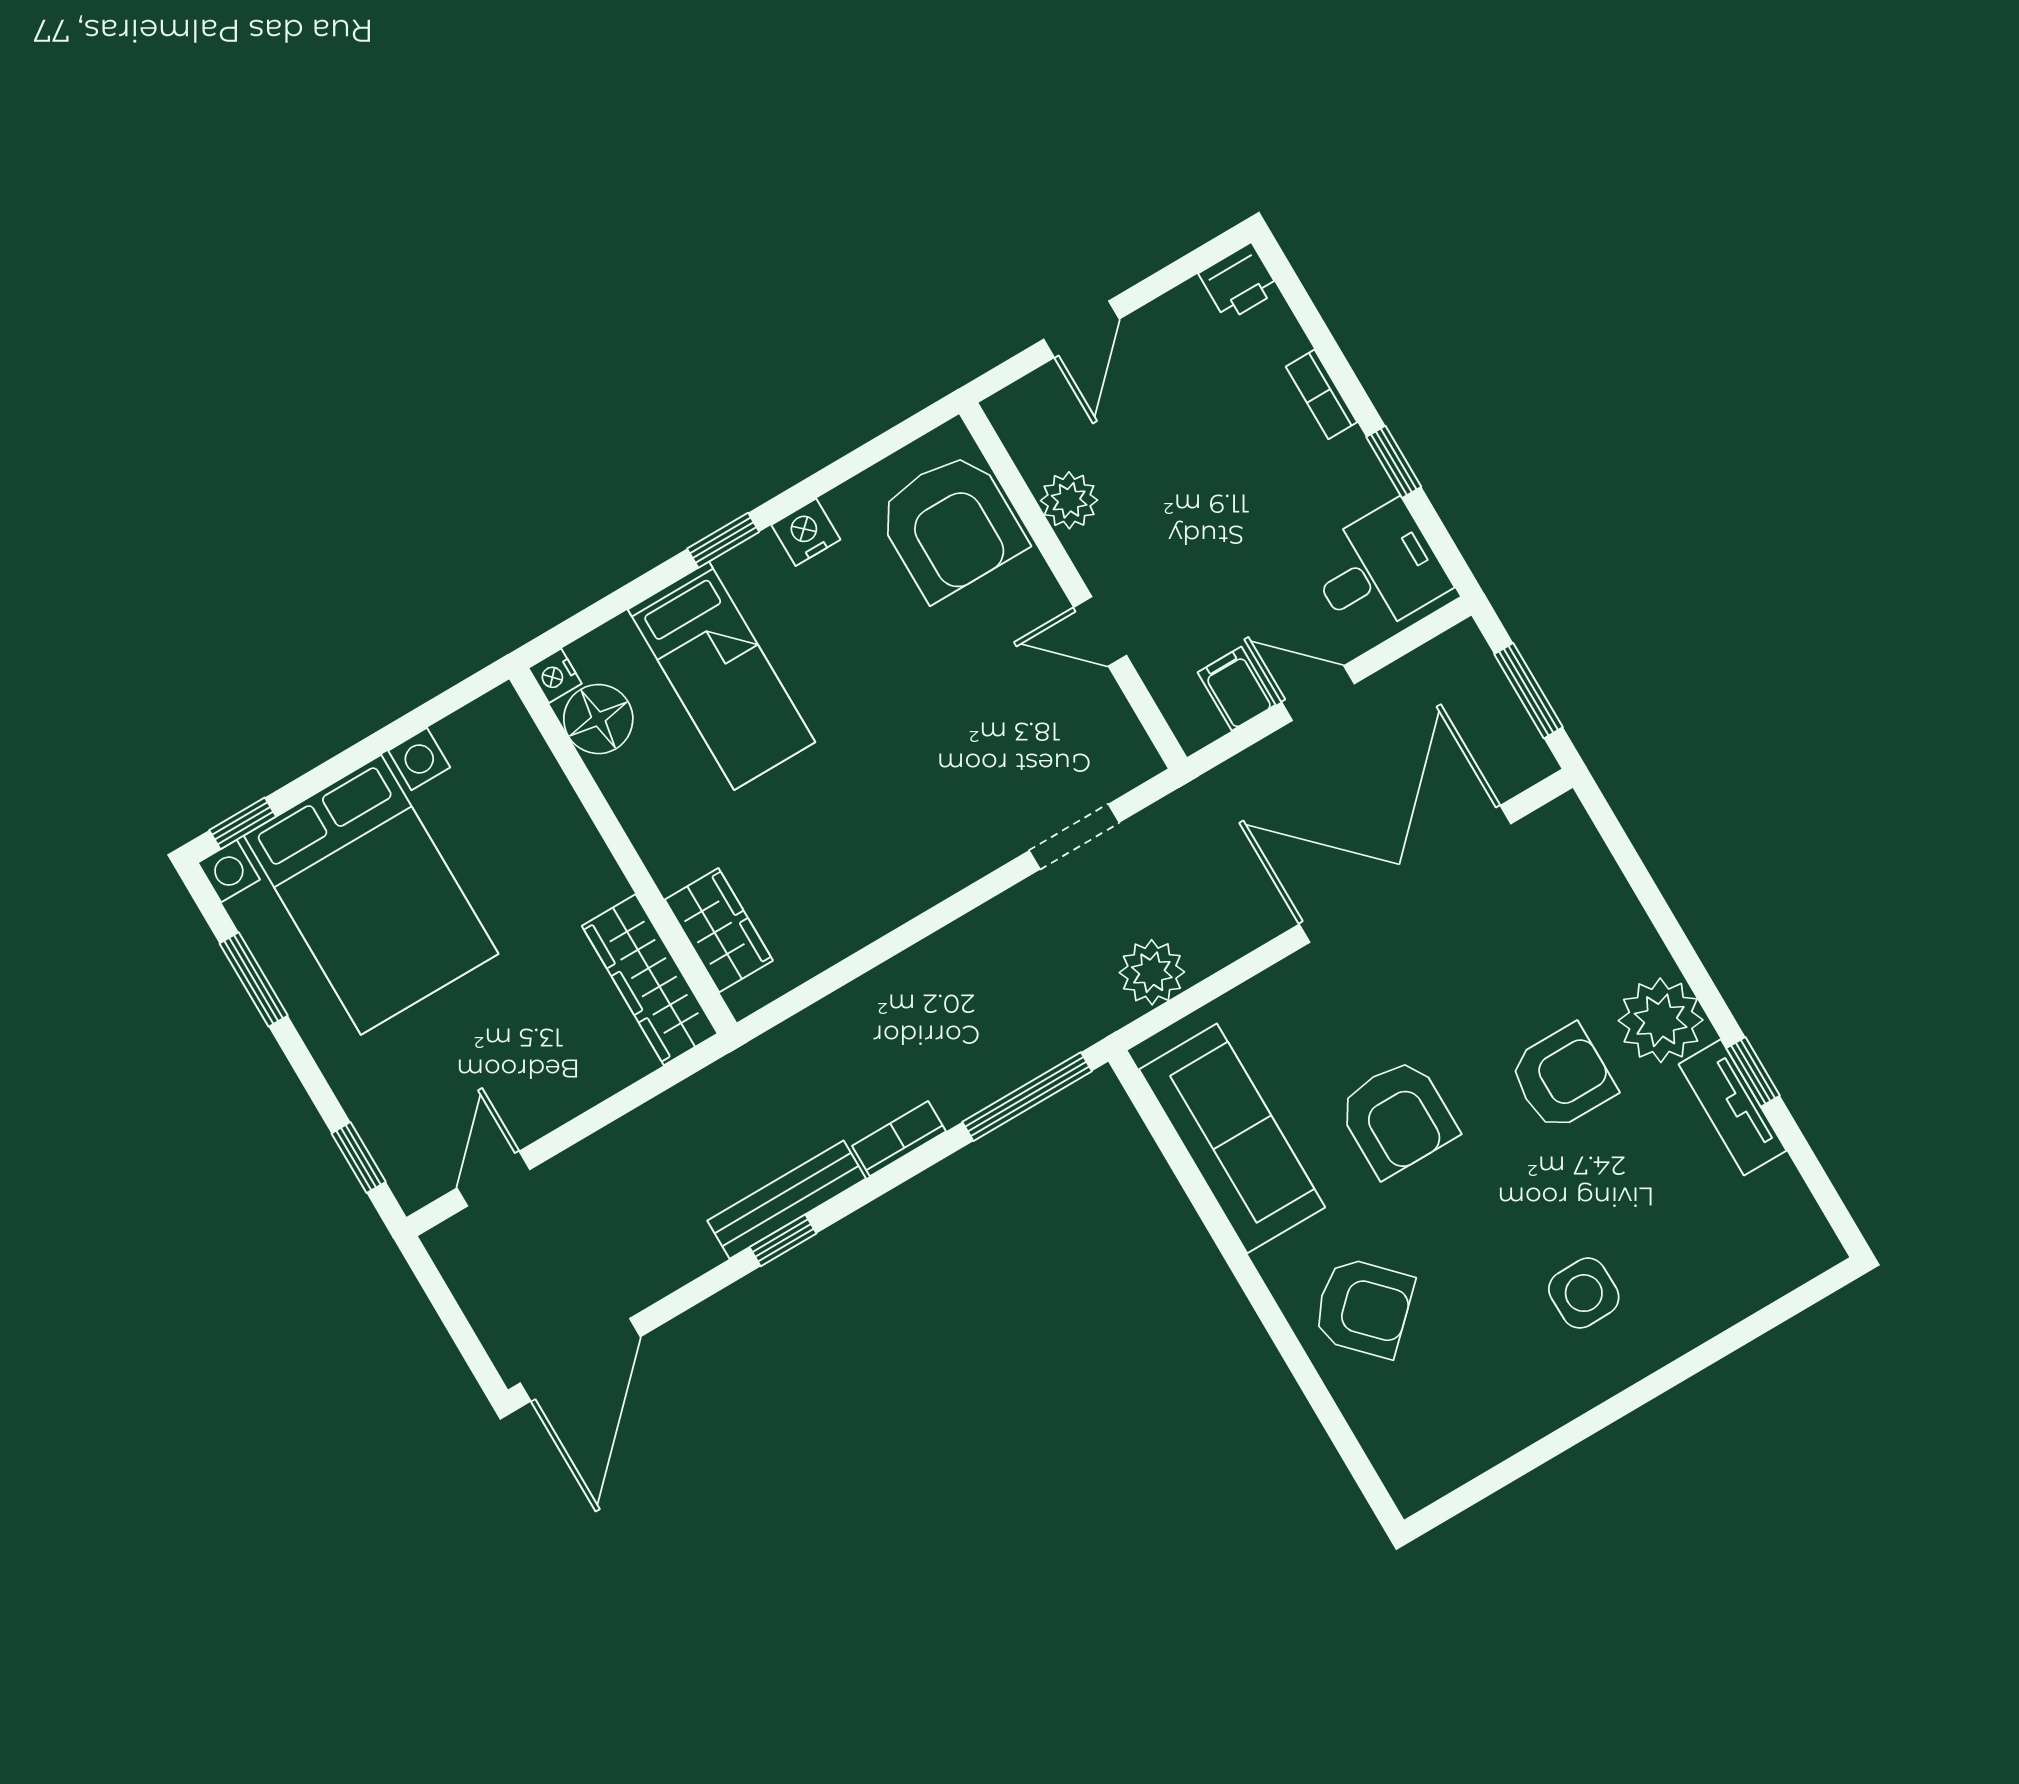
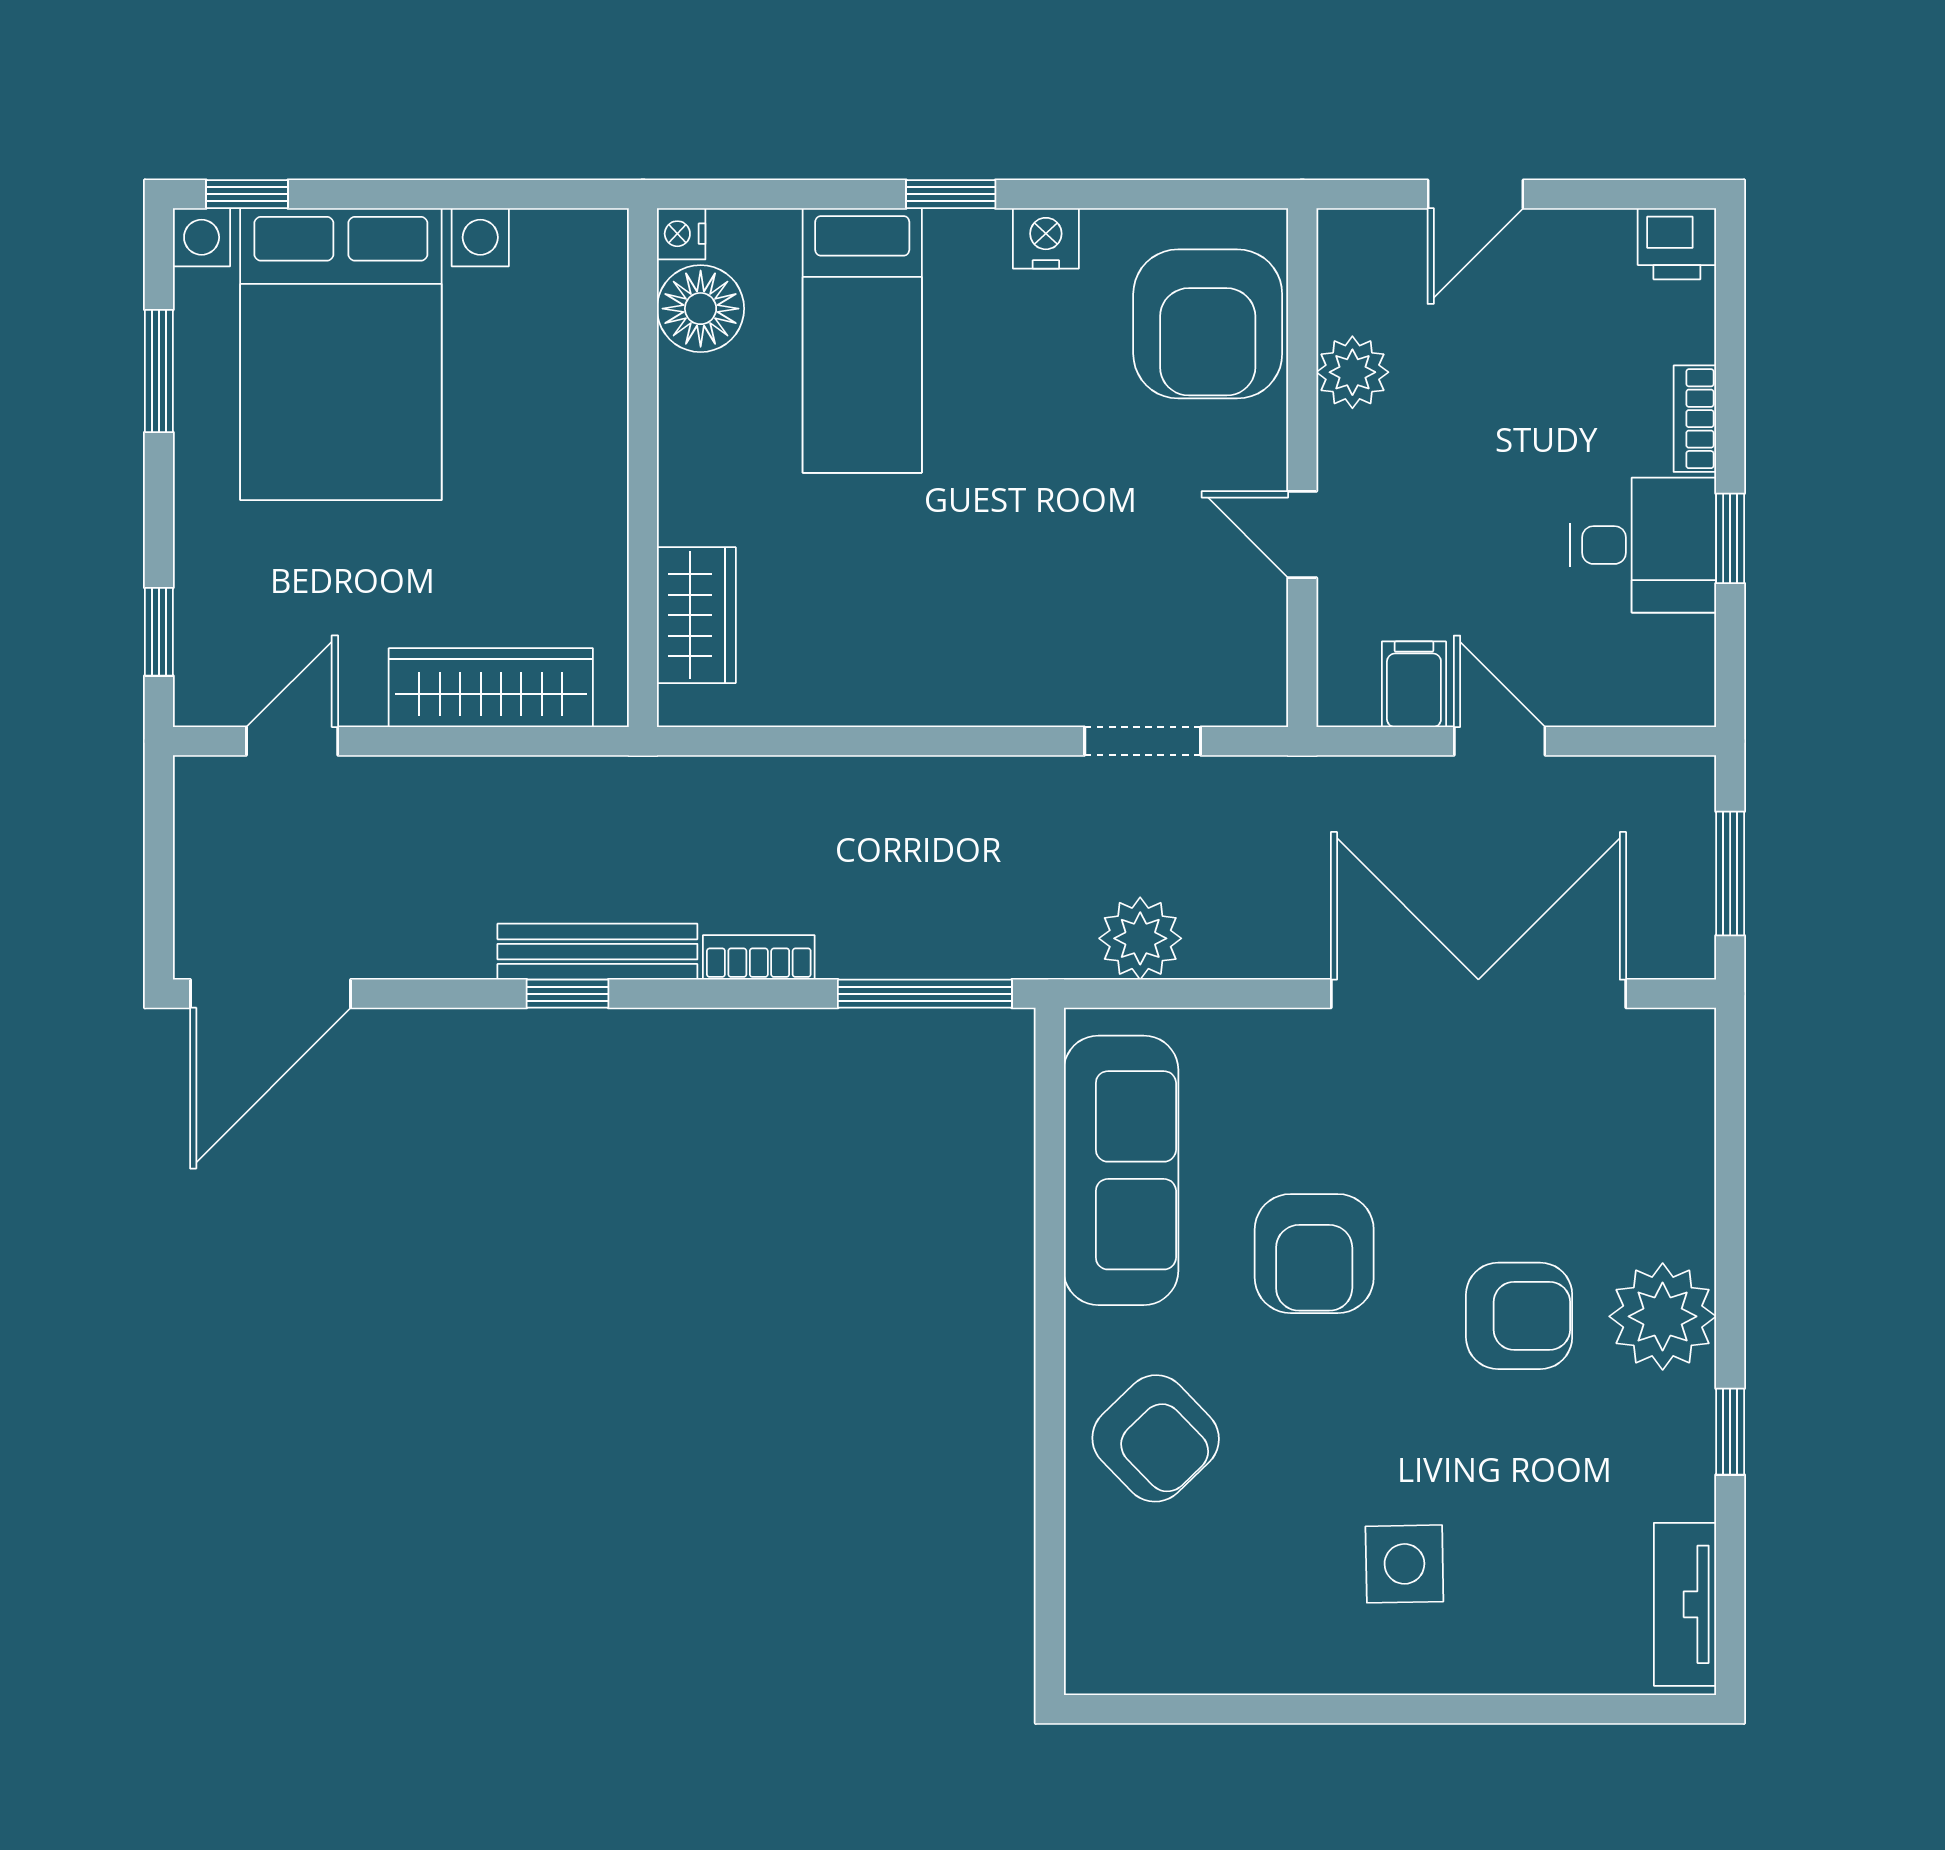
desk: (1378, 571) -> (1643, 545), moved
wardrobe: (650, 980) -> (491, 688), moved, turned 90
tv unit: (1732, 1107) -> (1685, 1604), moved

